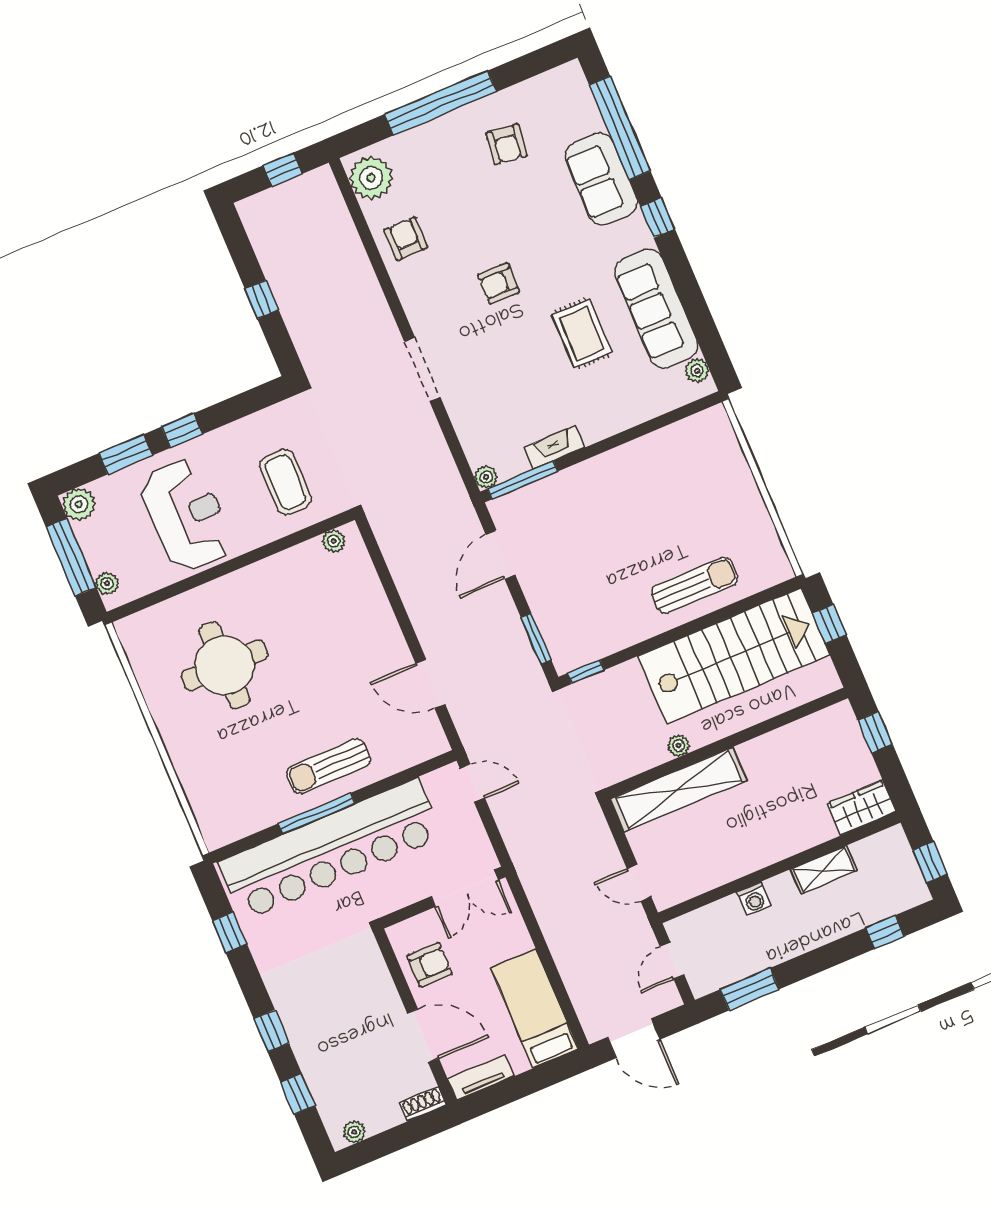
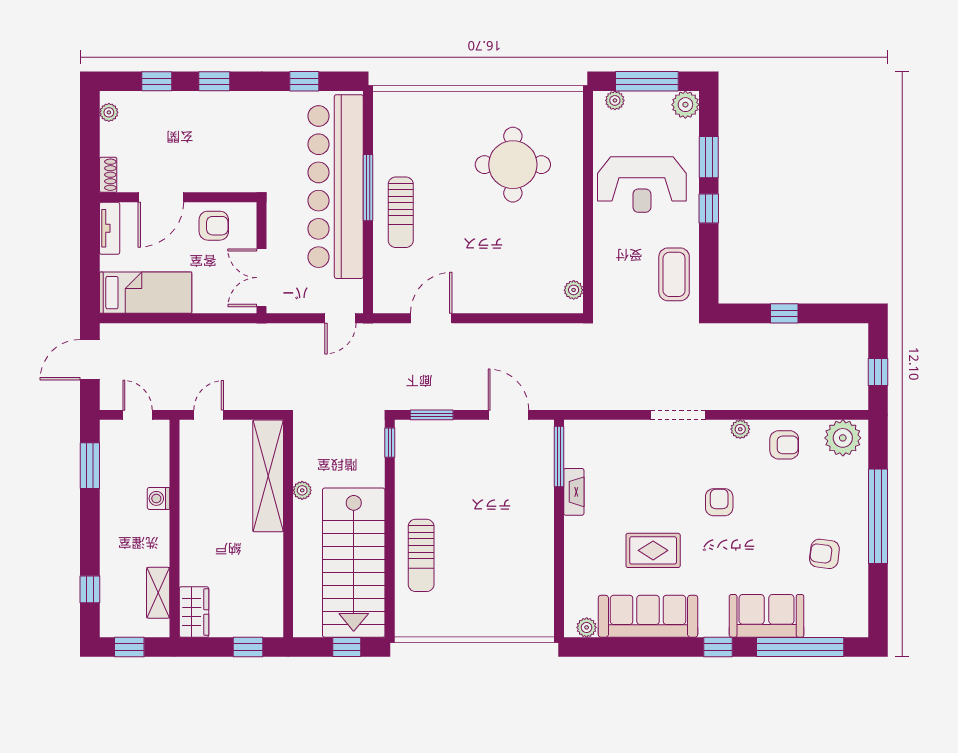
plant: (486, 477) -> (740, 429), moved
coffee table: (286, 482) -> (674, 274), moved, turned 90
sun lounger: (328, 766) -> (401, 212), turned 180
shelving: (824, 870) -> (158, 593), moved
armchair: (430, 965) -> (214, 226), turned -90

